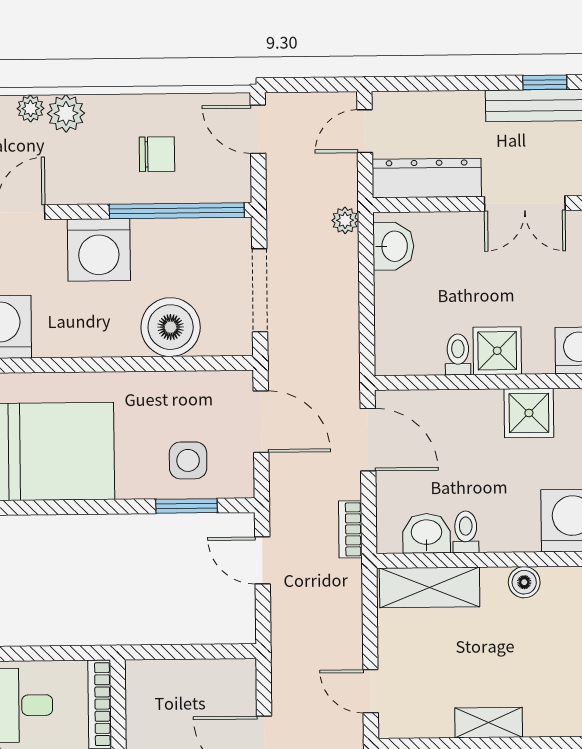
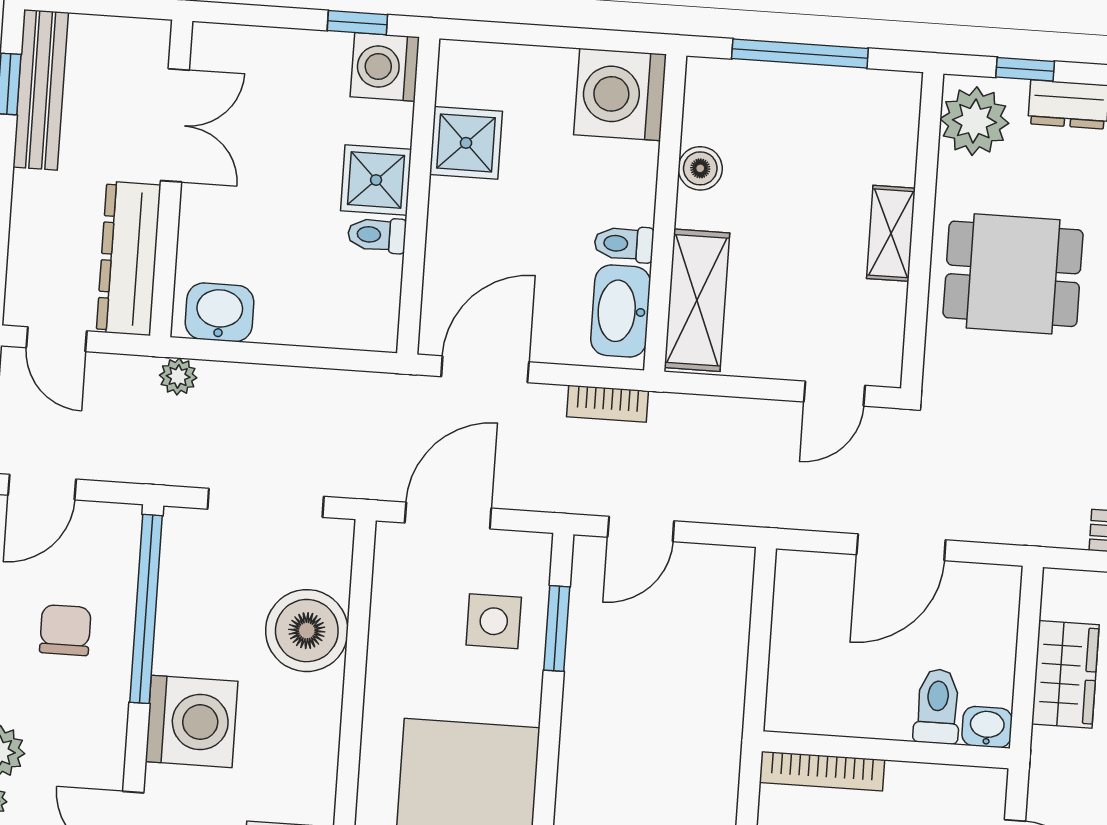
washbasin: (426, 533) -> (621, 311), width x1.38

